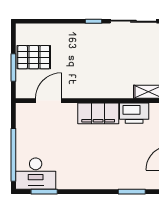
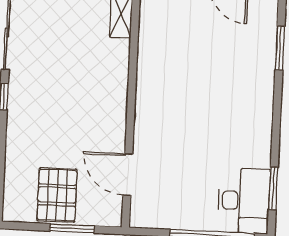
filing cabinet: (98, 113) -> (152, 96), removed
printer: (134, 113) -> (154, 38), removed

